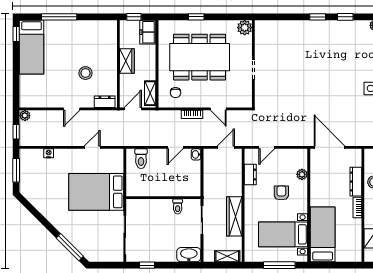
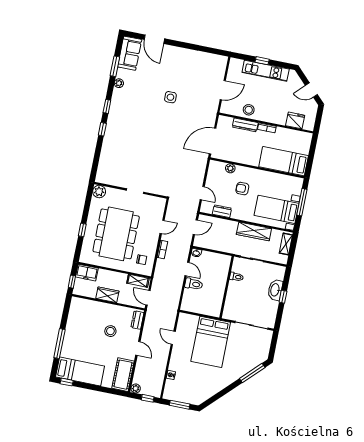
cot: (38, 98) -> (123, 375), added
door: (226, 147) -> (195, 227), swing flipped
toilet: (141, 159) -> (194, 284), moved
bed with nightstands: (283, 234) -> (277, 209), moved, turned 90
washbasin: (189, 255) -> (275, 290), moved
window: (147, 265) -> (283, 297), moved

